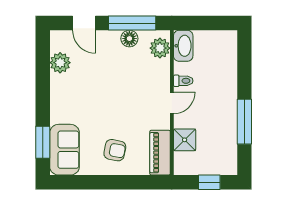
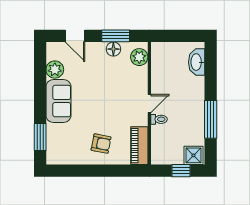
window: (132, 23) -> (116, 36), width x0.69
washbasin: (183, 46) -> (197, 62), moved, turned 180
toilet: (183, 81) -> (159, 119), moved
shower: (185, 140) -> (193, 155), moved
sofa: (65, 150) -> (58, 101), moved

